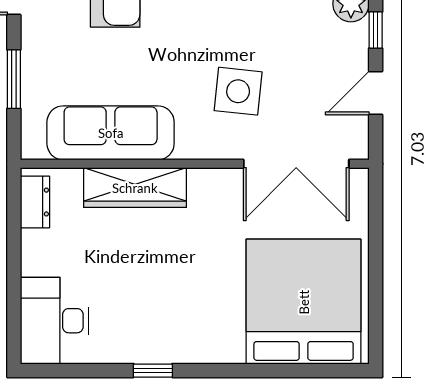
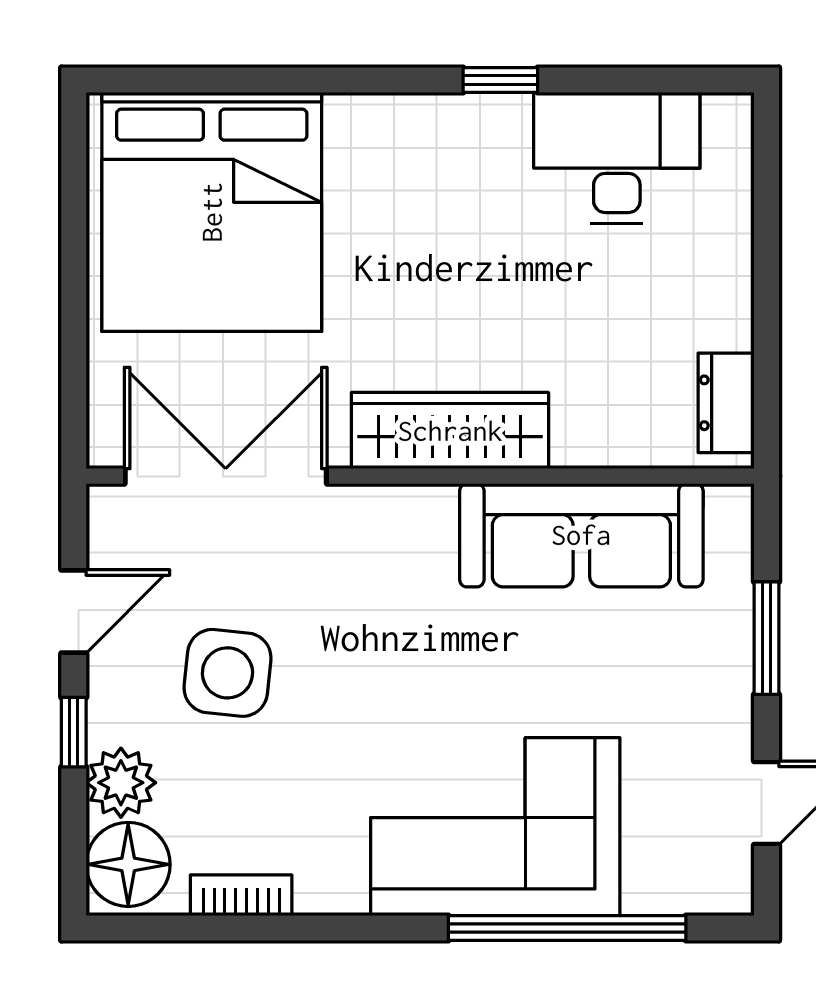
side table: (238, 91) -> (227, 673), moved
wardrobe: (135, 188) -> (450, 431), moved
desk: (54, 321) -> (617, 158), moved, turned -90

